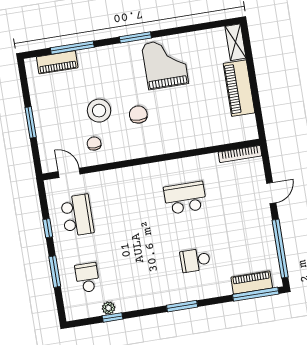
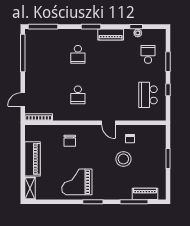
grand piano: (165, 64) -> (77, 182), turned 90
chair: (138, 115) -> (70, 141), moved
door: (69, 173) -> (109, 123), moved
door: (271, 193) -> (23, 100), moved
school desk: (185, 198) -> (78, 95), width x0.54
school desk: (195, 260) -> (78, 54), turned 90
school desk: (87, 278) -> (148, 54), turned 180
piano: (252, 283) -> (111, 34), moved

